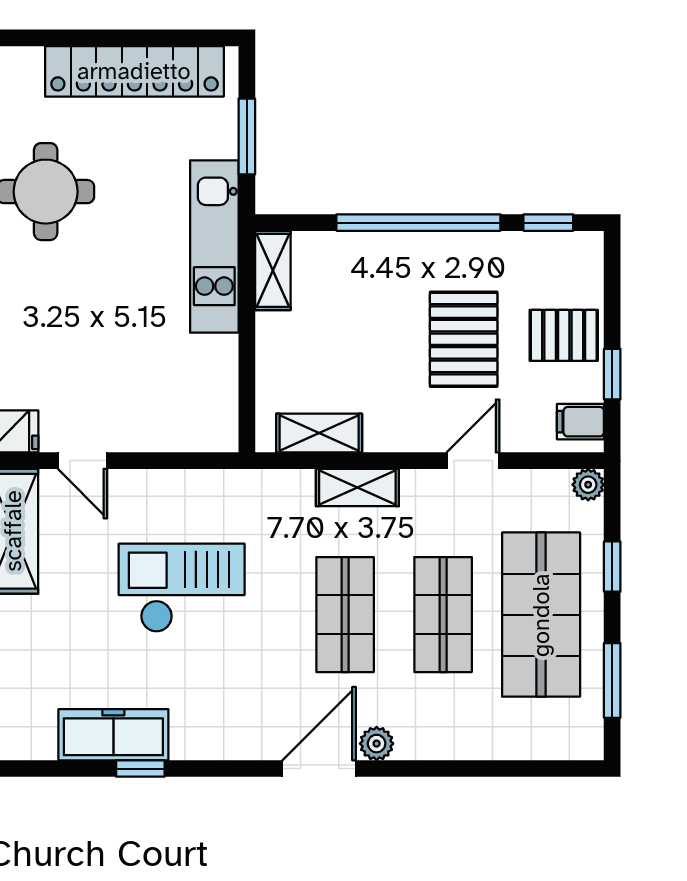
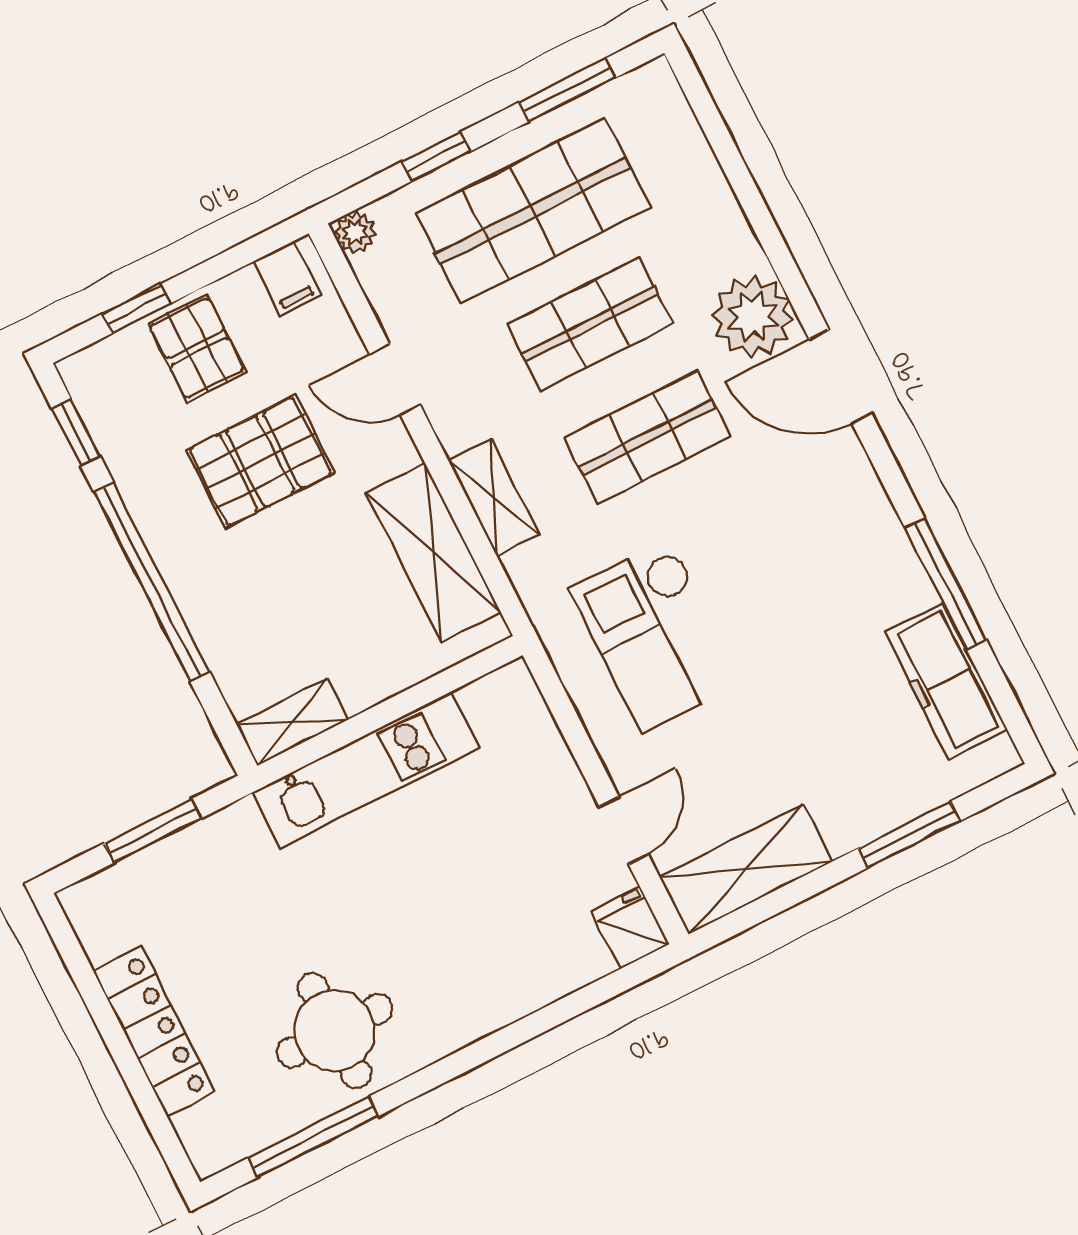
locker: (134, 71) -> (154, 1031), width x0.71, depth x0.83
kitchen unit: (214, 246) -> (366, 770), moved
window: (612, 374) -> (136, 309), moved
shelving: (319, 433) -> (433, 552), width x1.50, depth x1.33
checkout: (182, 588) -> (656, 635), moved
freezer: (113, 735) -> (946, 681), moved
plant: (377, 744) -> (753, 317), width x1.87, depth x1.87
window: (140, 769) -> (945, 583), width x2.17

